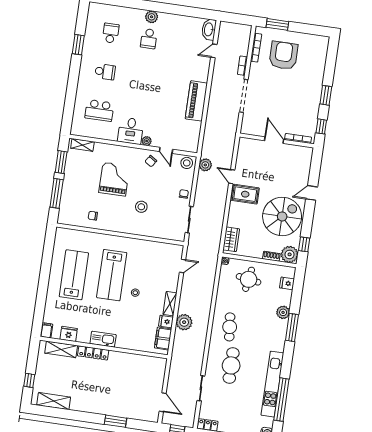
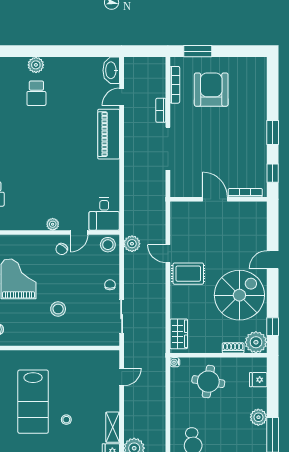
piano: (196, 101) -> (109, 134), moved
desk: (131, 131) -> (104, 214), moved
door: (166, 150) -> (79, 232), hinge flipped

